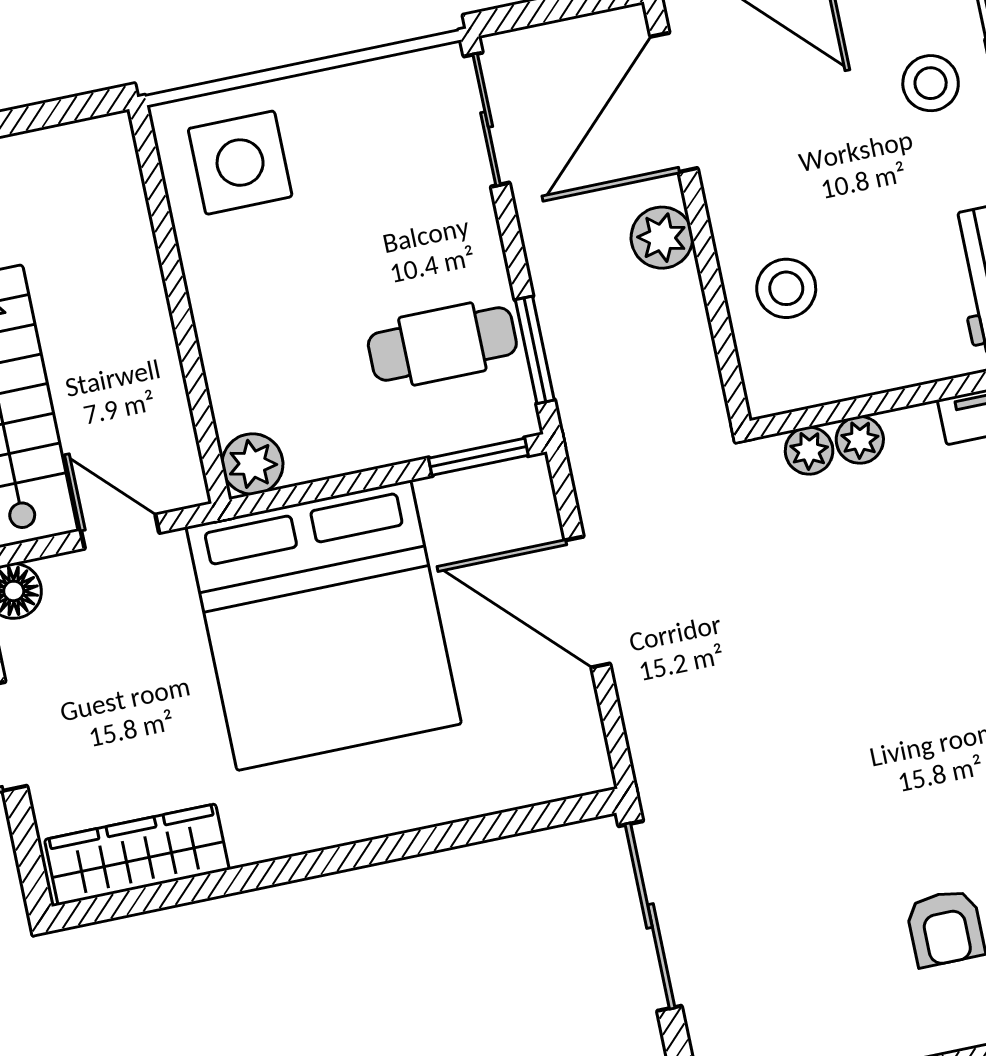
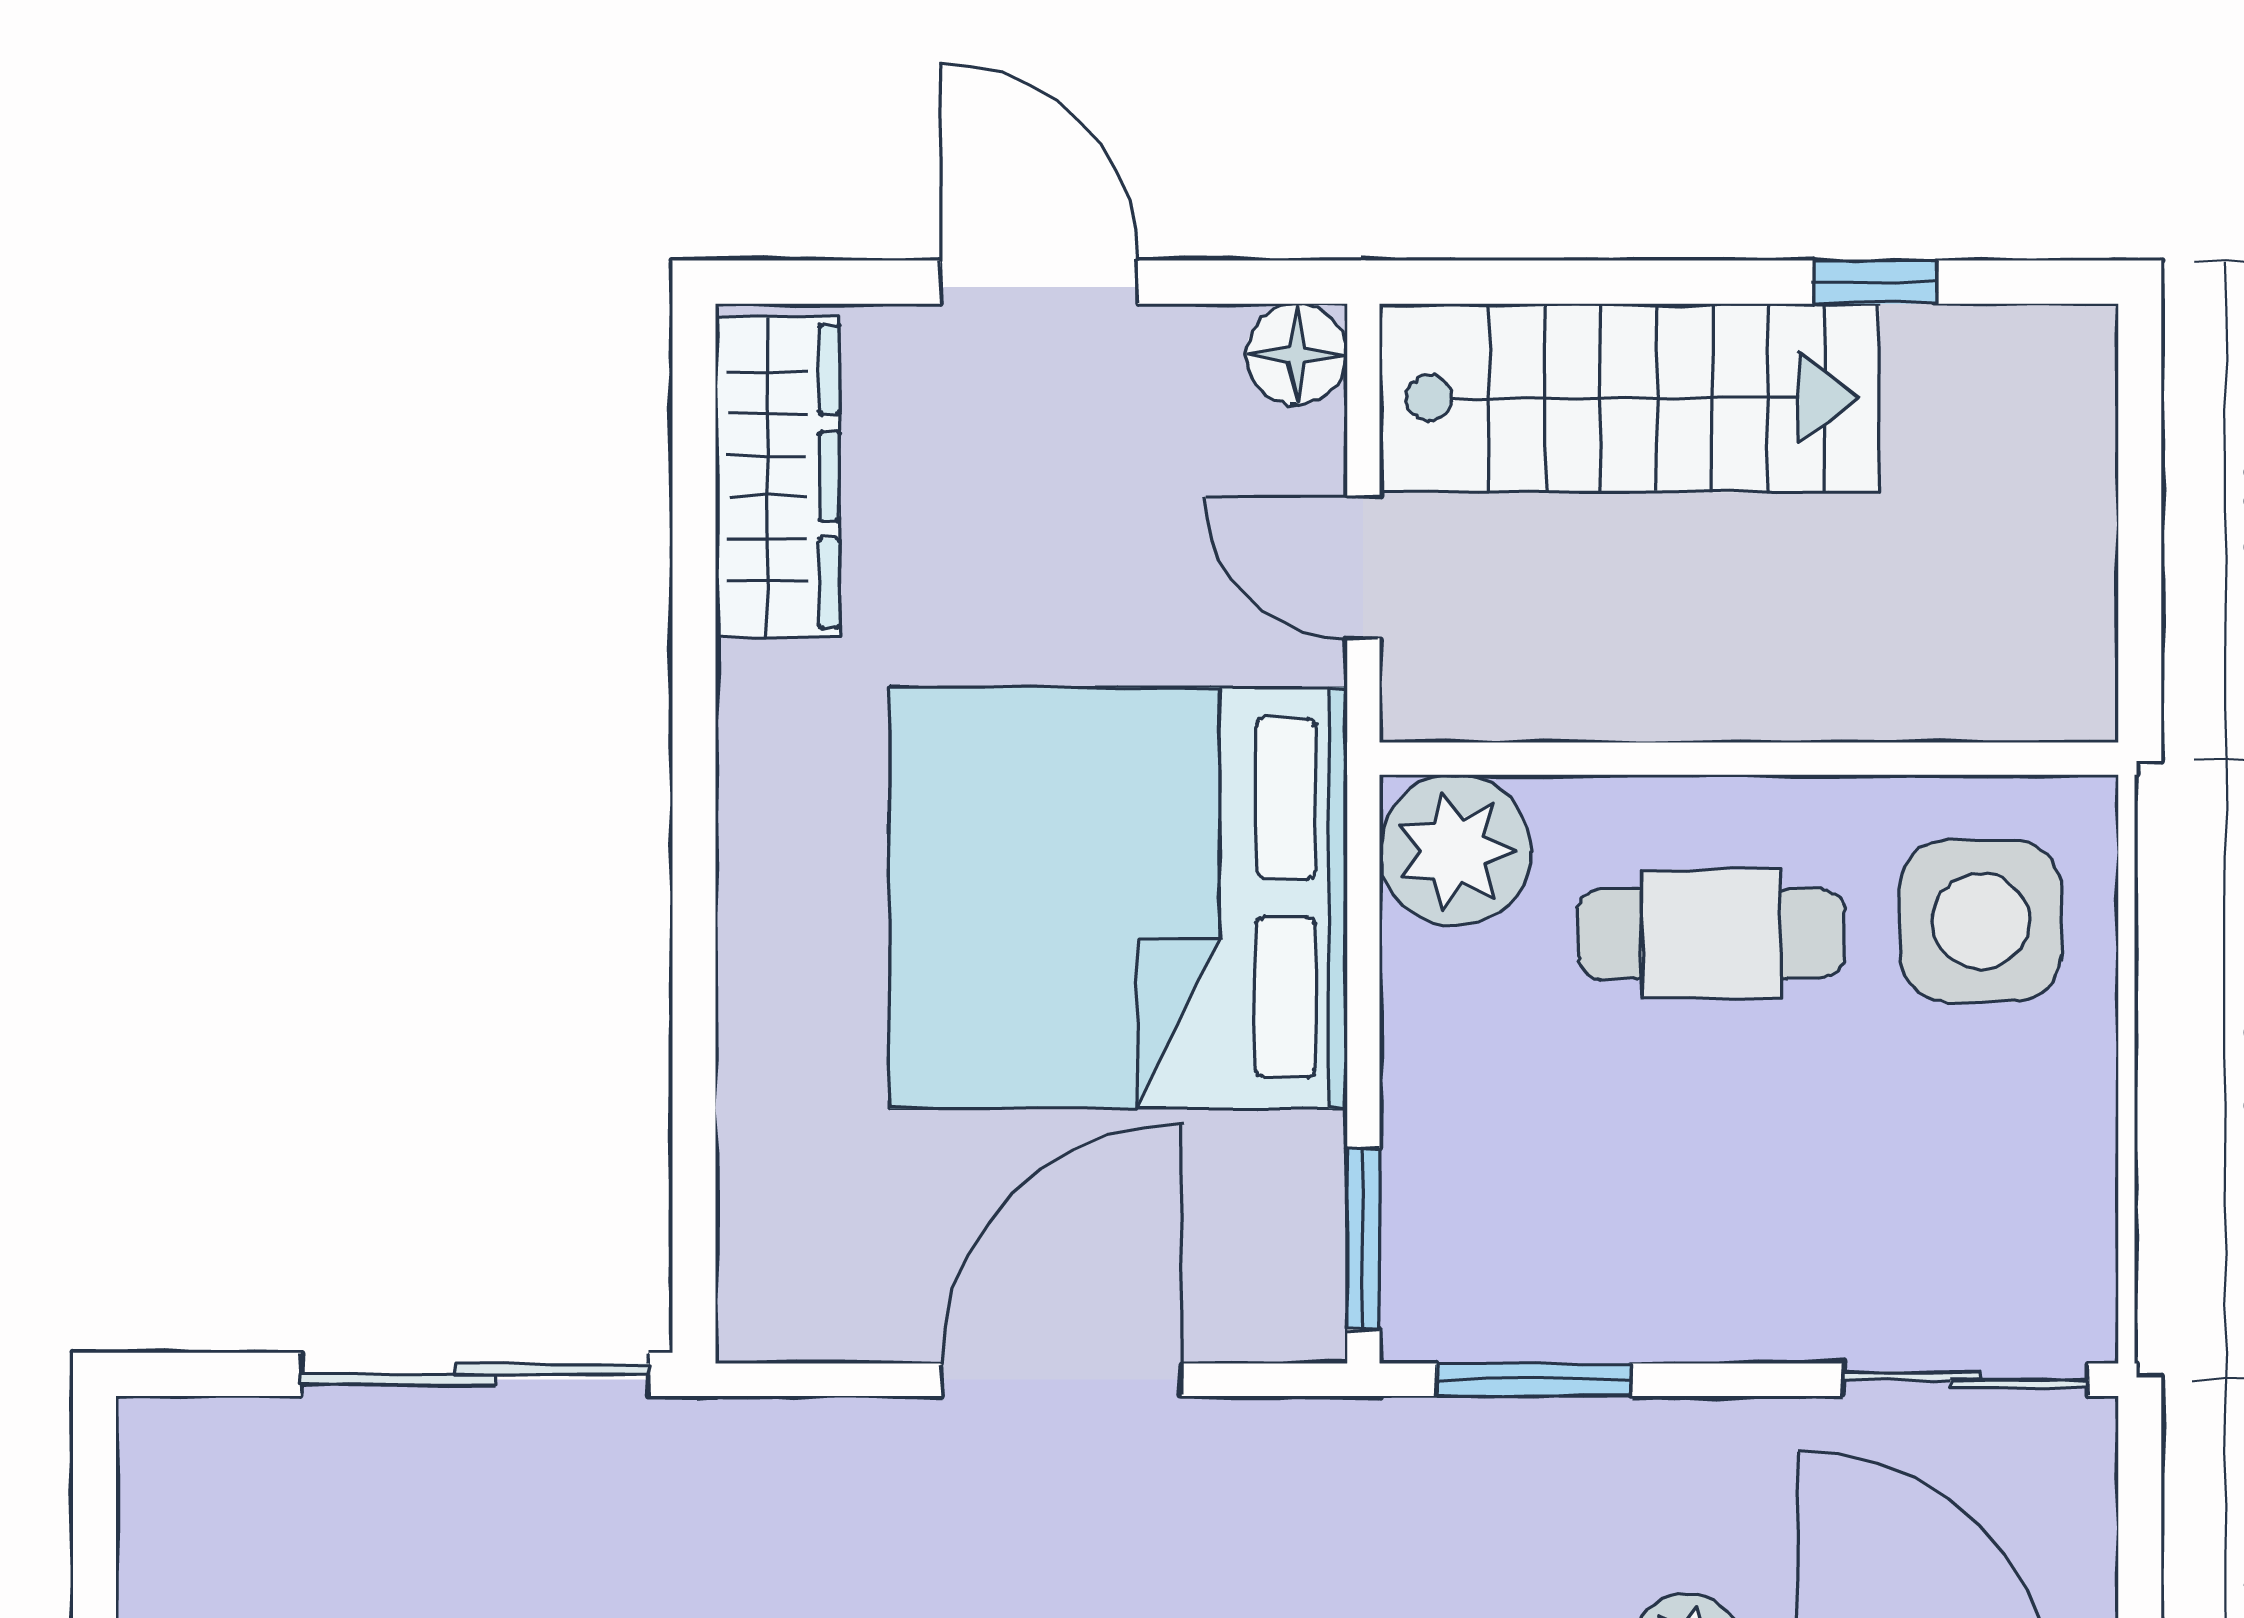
cafe table: (442, 344) -> (1711, 934), moved, turned 90
plant: (253, 464) -> (1455, 851), width x1.36, depth x1.36
door: (120, 532) -> (1363, 567), swing flipped

